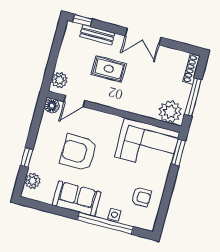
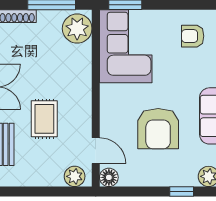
armchair: (141, 197) -> (193, 36), turned -90

